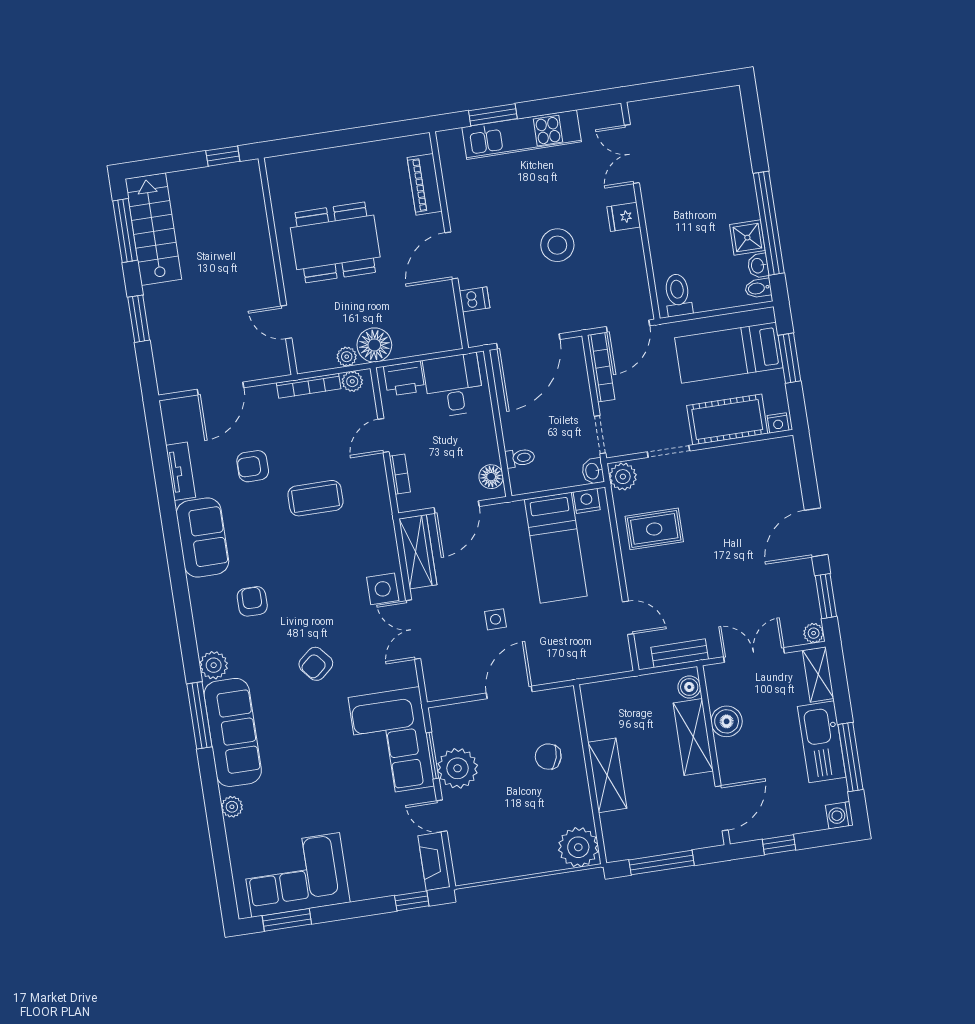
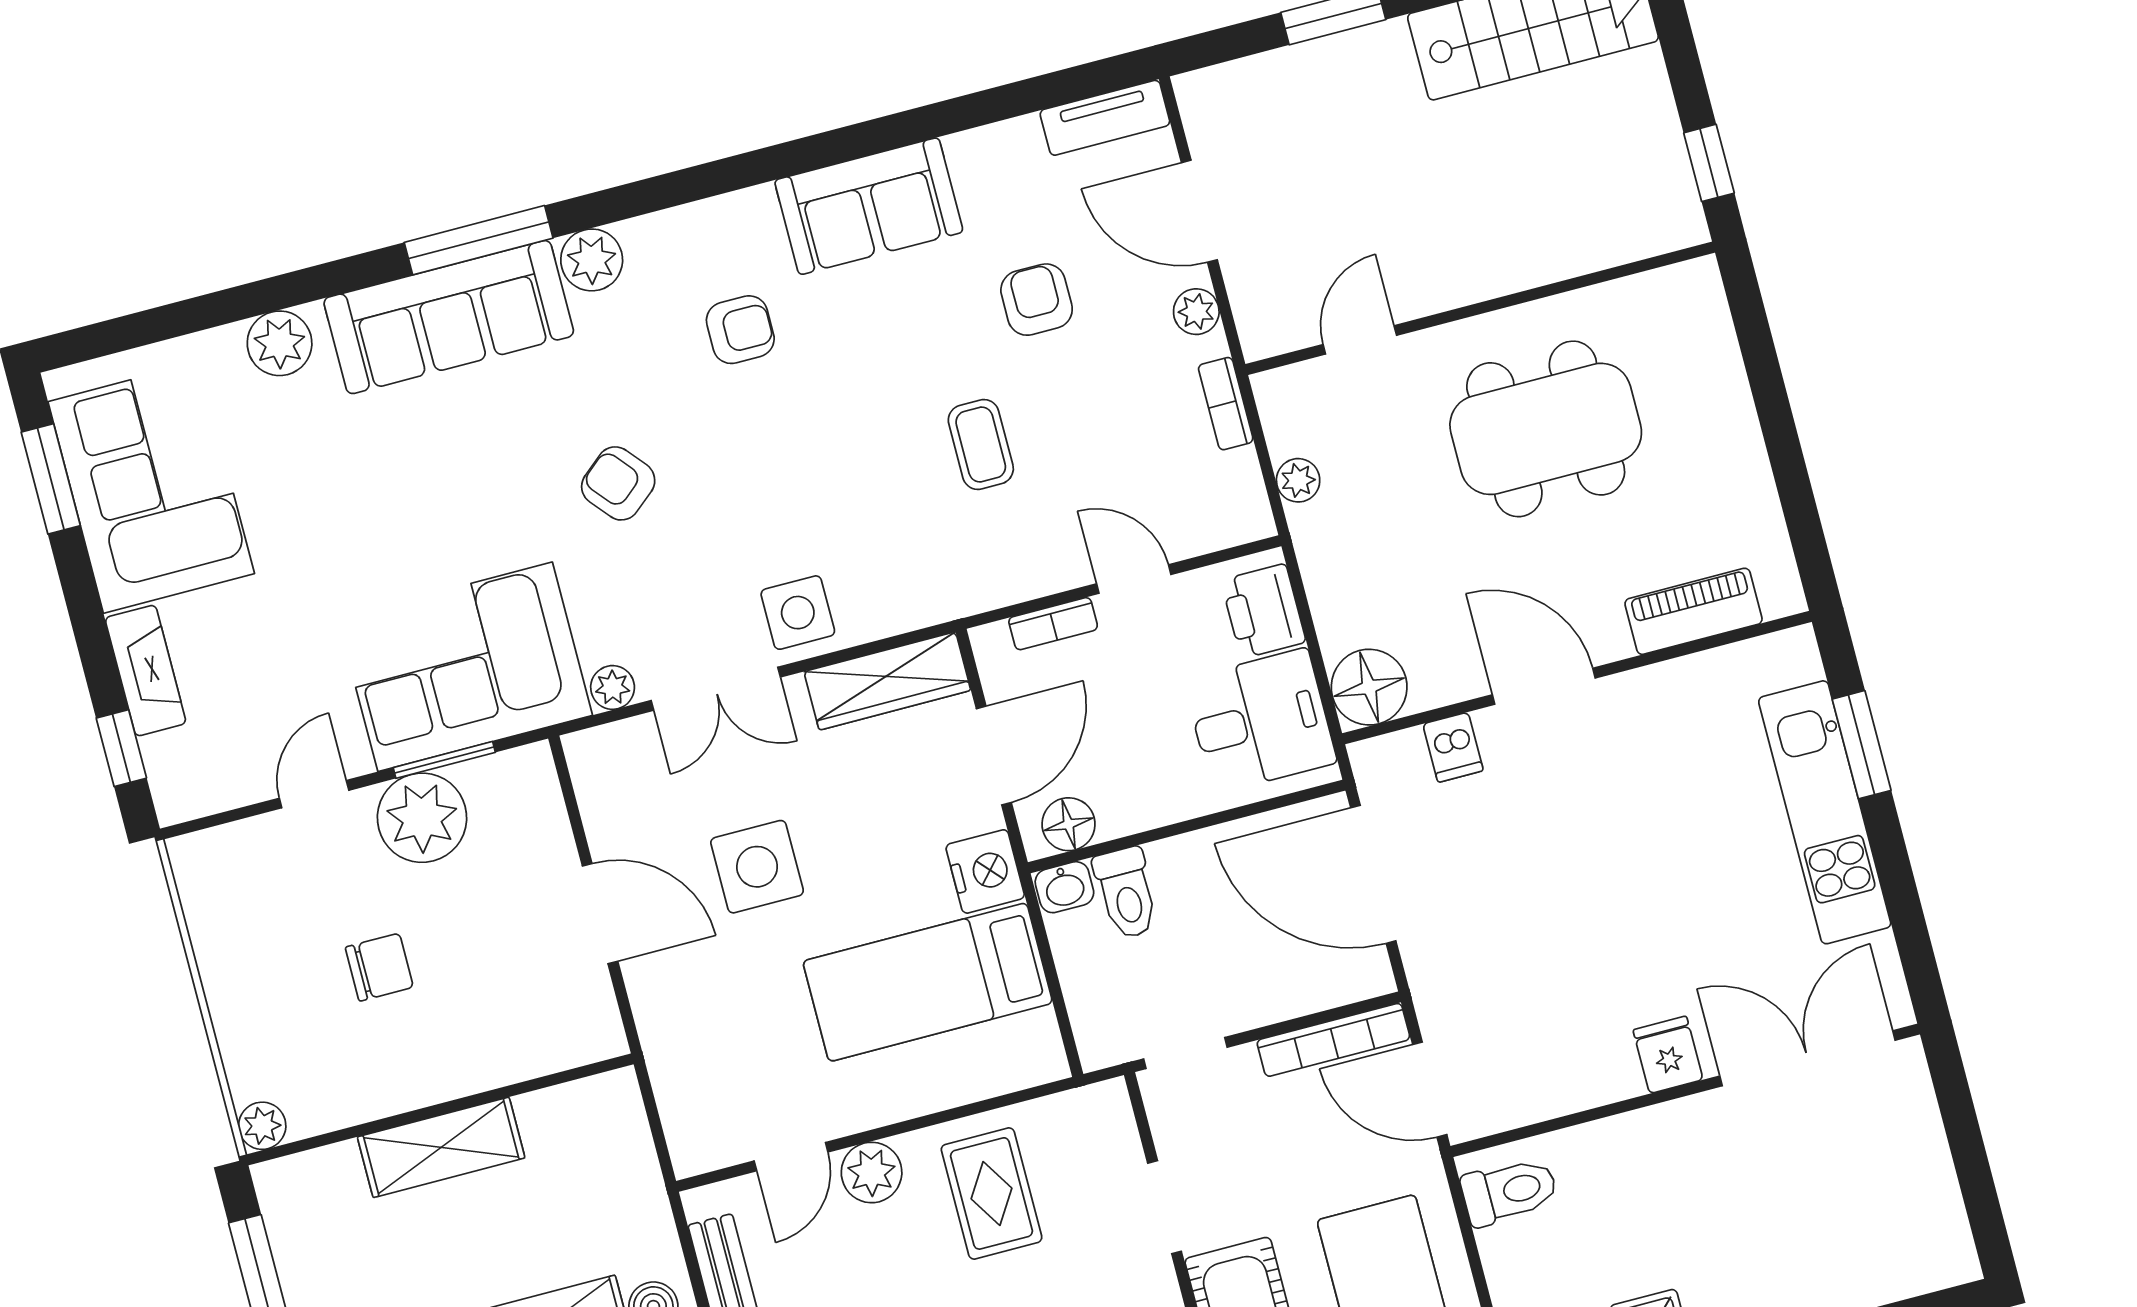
double door: (632, 154) -> (1808, 1058), width x1.37
dining table: (335, 242) -> (1546, 429), turned 90
stool: (557, 245) -> (1591, 916), removed
floor lamp: (374, 345) -> (1369, 687), moved
plant: (352, 381) -> (1196, 312), moved
bookcase: (309, 386) -> (1226, 404), width x0.64
toilet: (520, 458) -> (1126, 893), width x1.37, depth x1.39
tv unit: (181, 471) -> (1105, 118), moved
washbasin: (593, 471) -> (1064, 887), moved, turned 180
plant: (623, 477) -> (872, 1173), moved
coffee table: (315, 498) -> (981, 444), width x0.73, depth x0.77
nightstand: (587, 501) -> (985, 871), moved, width x1.36, depth x1.33
door: (457, 507) -> (994, 756), swing flipped
side table: (495, 619) -> (757, 867), width x1.87, depth x1.87
double door: (413, 630) -> (716, 689), swing flipped
plant: (408, 676) -> (613, 687), added
chair: (548, 757) -> (379, 967), moved, turned 74
plant: (232, 807) -> (280, 343), width x1.38, depth x1.38
plant: (578, 847) -> (262, 1126), width x0.53, depth x0.53
fireplace: (434, 861) -> (146, 671), moved, turned 90

